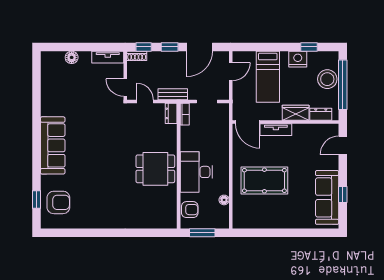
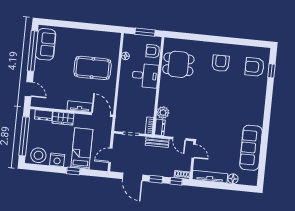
door: (200, 47) -> (133, 177), swing flipped
window: (309, 47) -> (73, 171), moved
tv unit: (108, 57) -> (210, 177), width x1.41
stool: (327, 79) -> (38, 155), moved
plant: (169, 133) -> (163, 113), added
sofa: (53, 145) -> (251, 148), moved
door: (343, 145) -> (29, 89), hinge flipped
dining table: (155, 169) -> (178, 64), moved
desk: (196, 172) -> (145, 76), width x0.73
window: (343, 195) -> (33, 51), width x3.17
sofa: (327, 197) -> (46, 44), width x0.73
armchair: (102, 203) -> (221, 63), added

